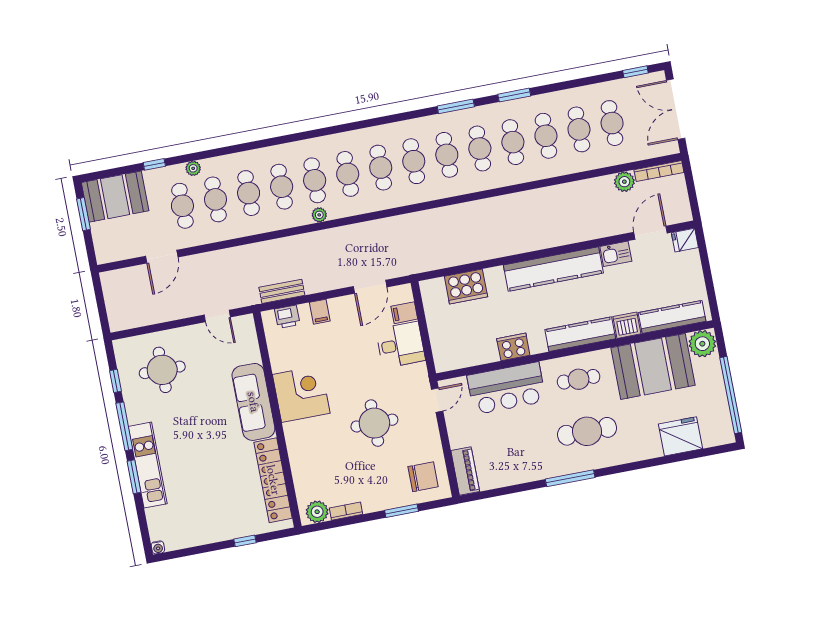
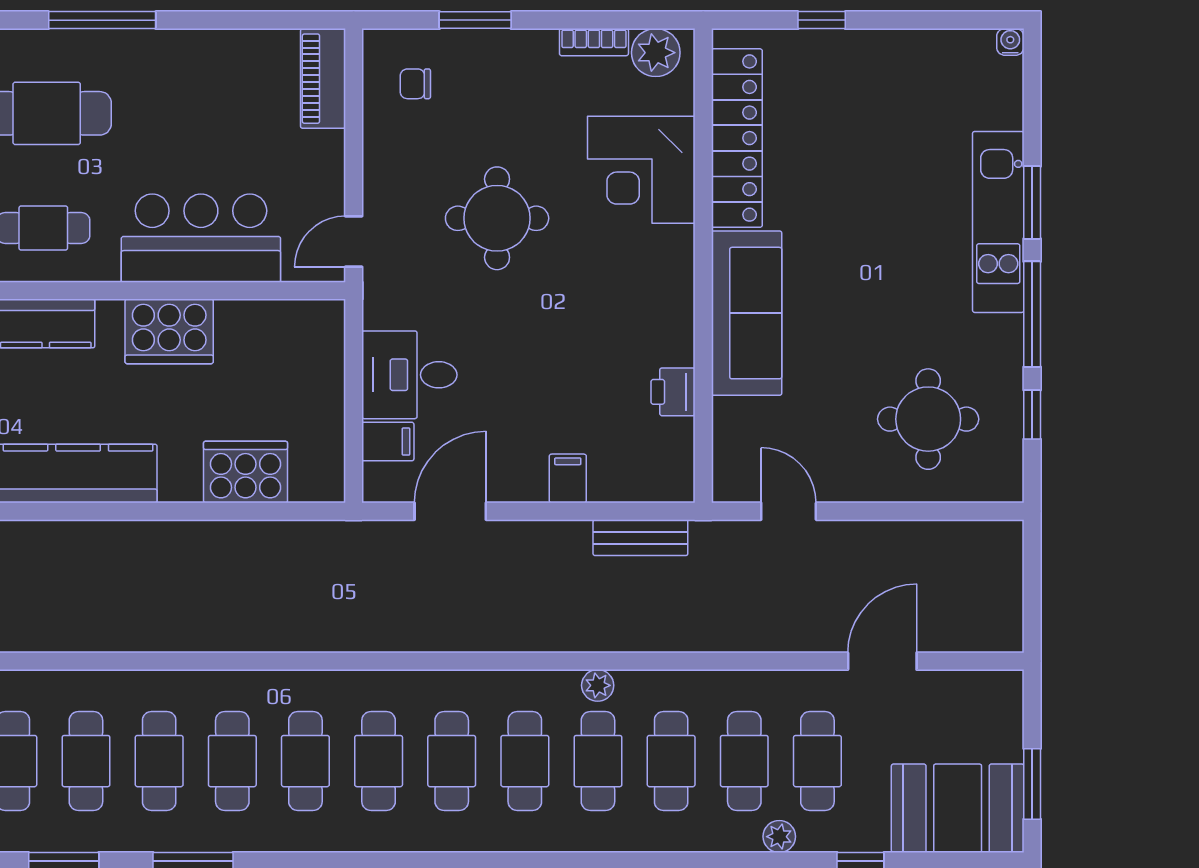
plant: (319, 215) -> (598, 685), moved
printer: (287, 317) -> (673, 392), moved, turned -90
cooker: (513, 347) -> (169, 331), width x1.37, depth x1.31
corner desk: (301, 394) -> (641, 170), moved
chair: (423, 477) -> (415, 84), width x0.54, depth x0.54

